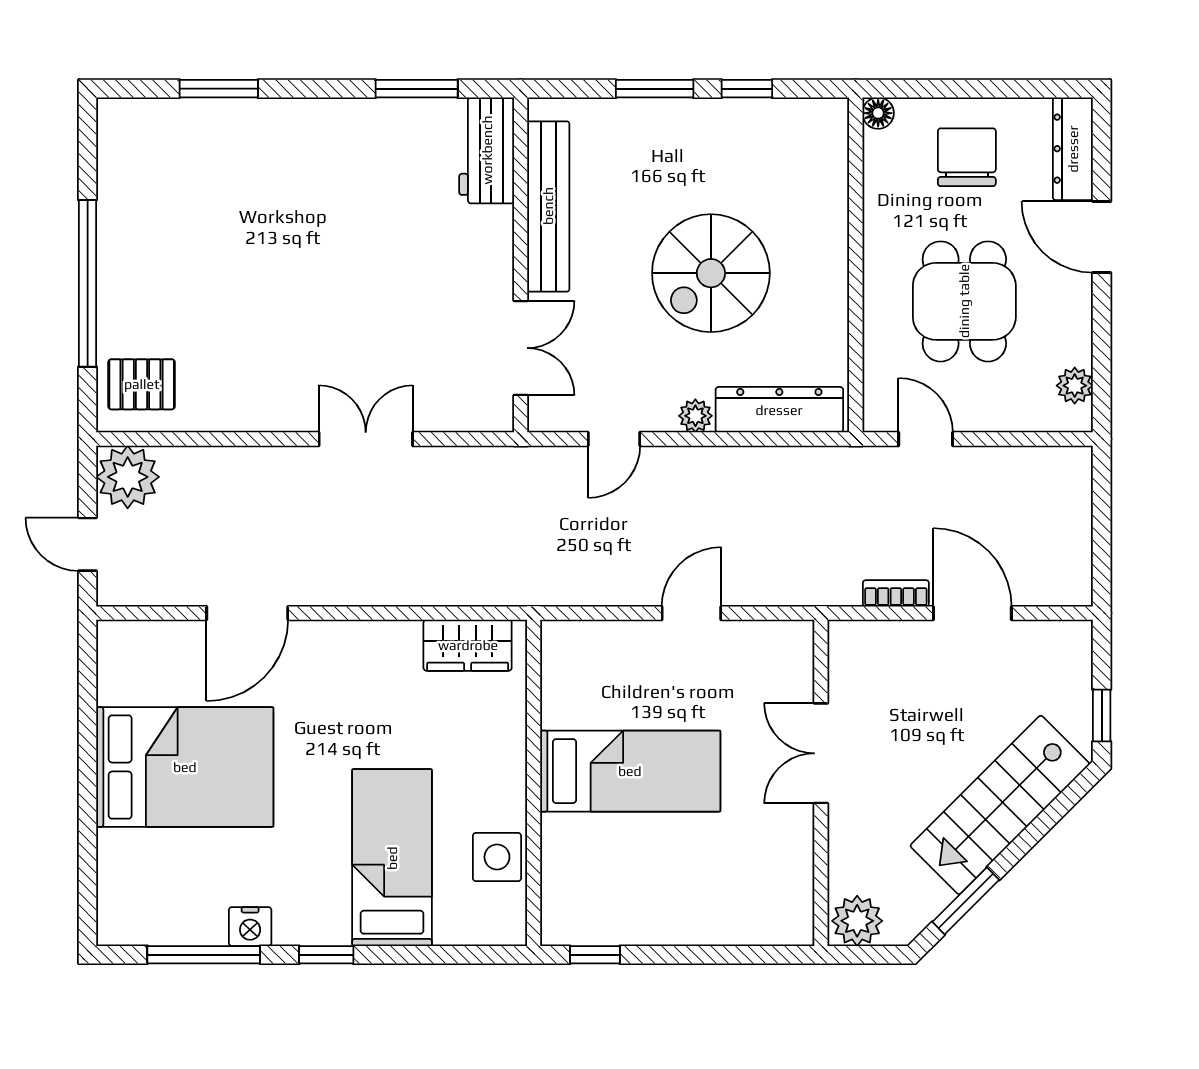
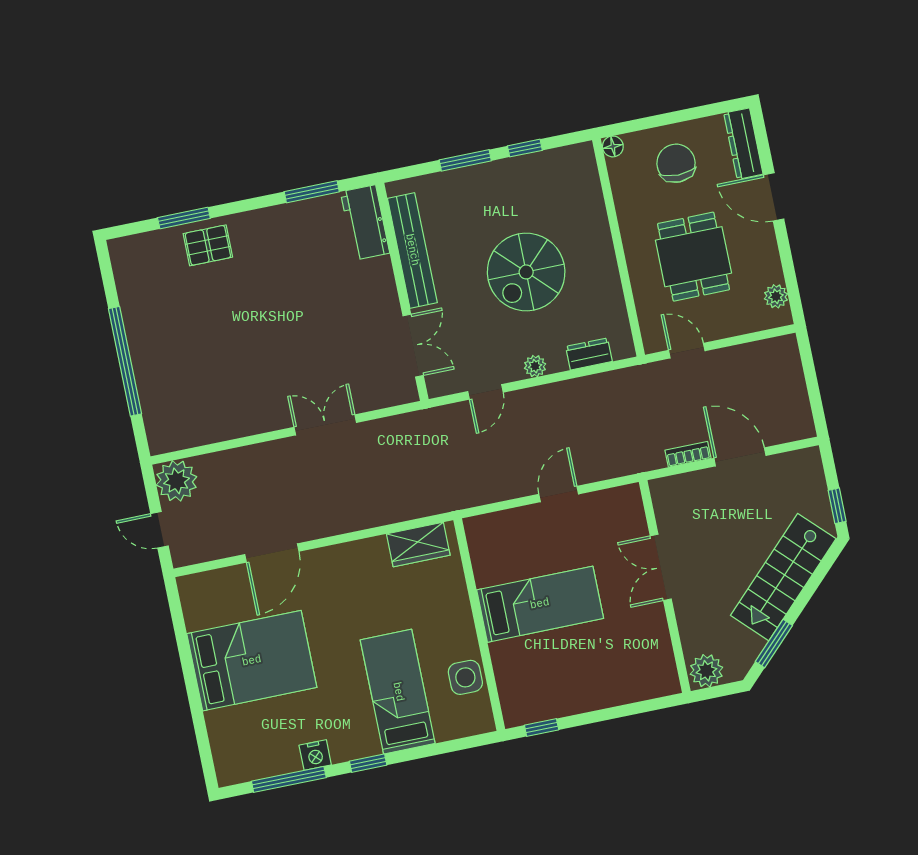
pallet: (142, 384) -> (208, 245), moved
dresser: (779, 410) -> (589, 354), width x0.51, depth x0.80

